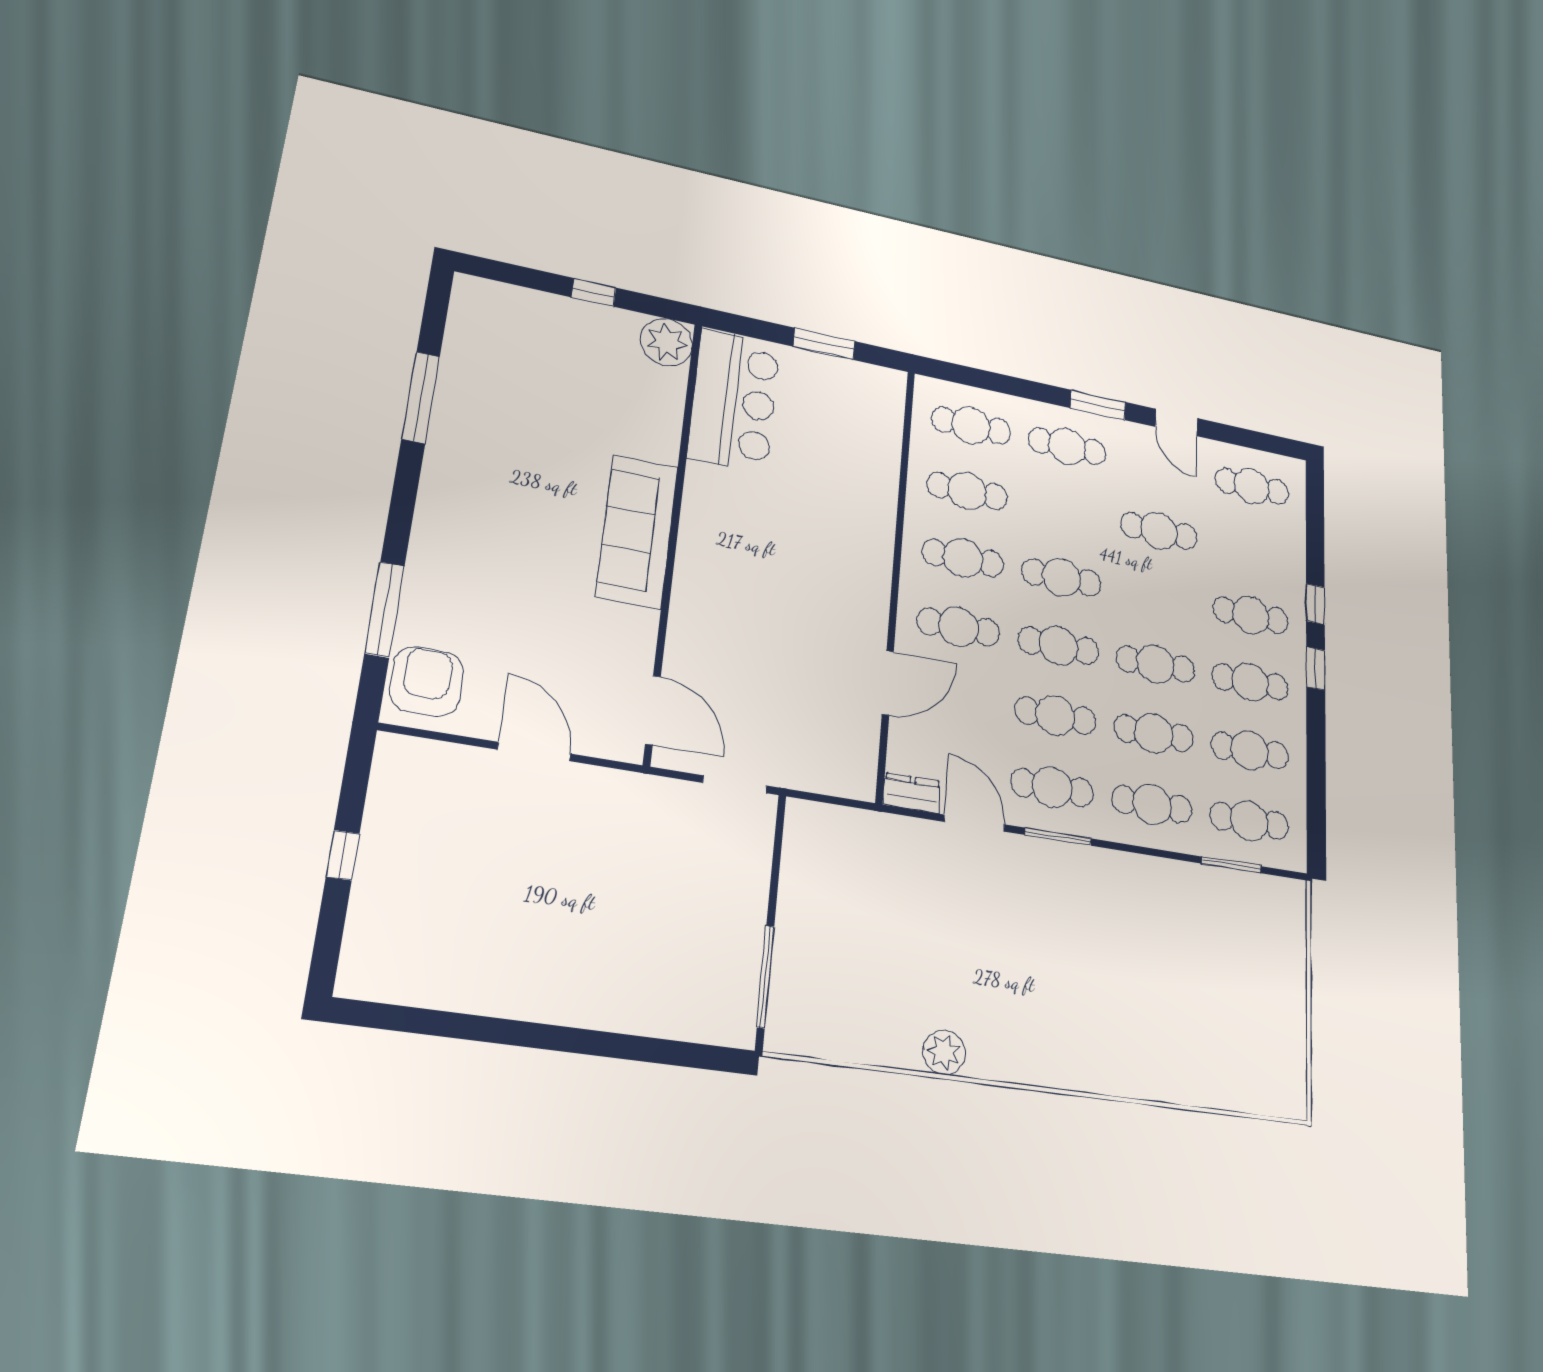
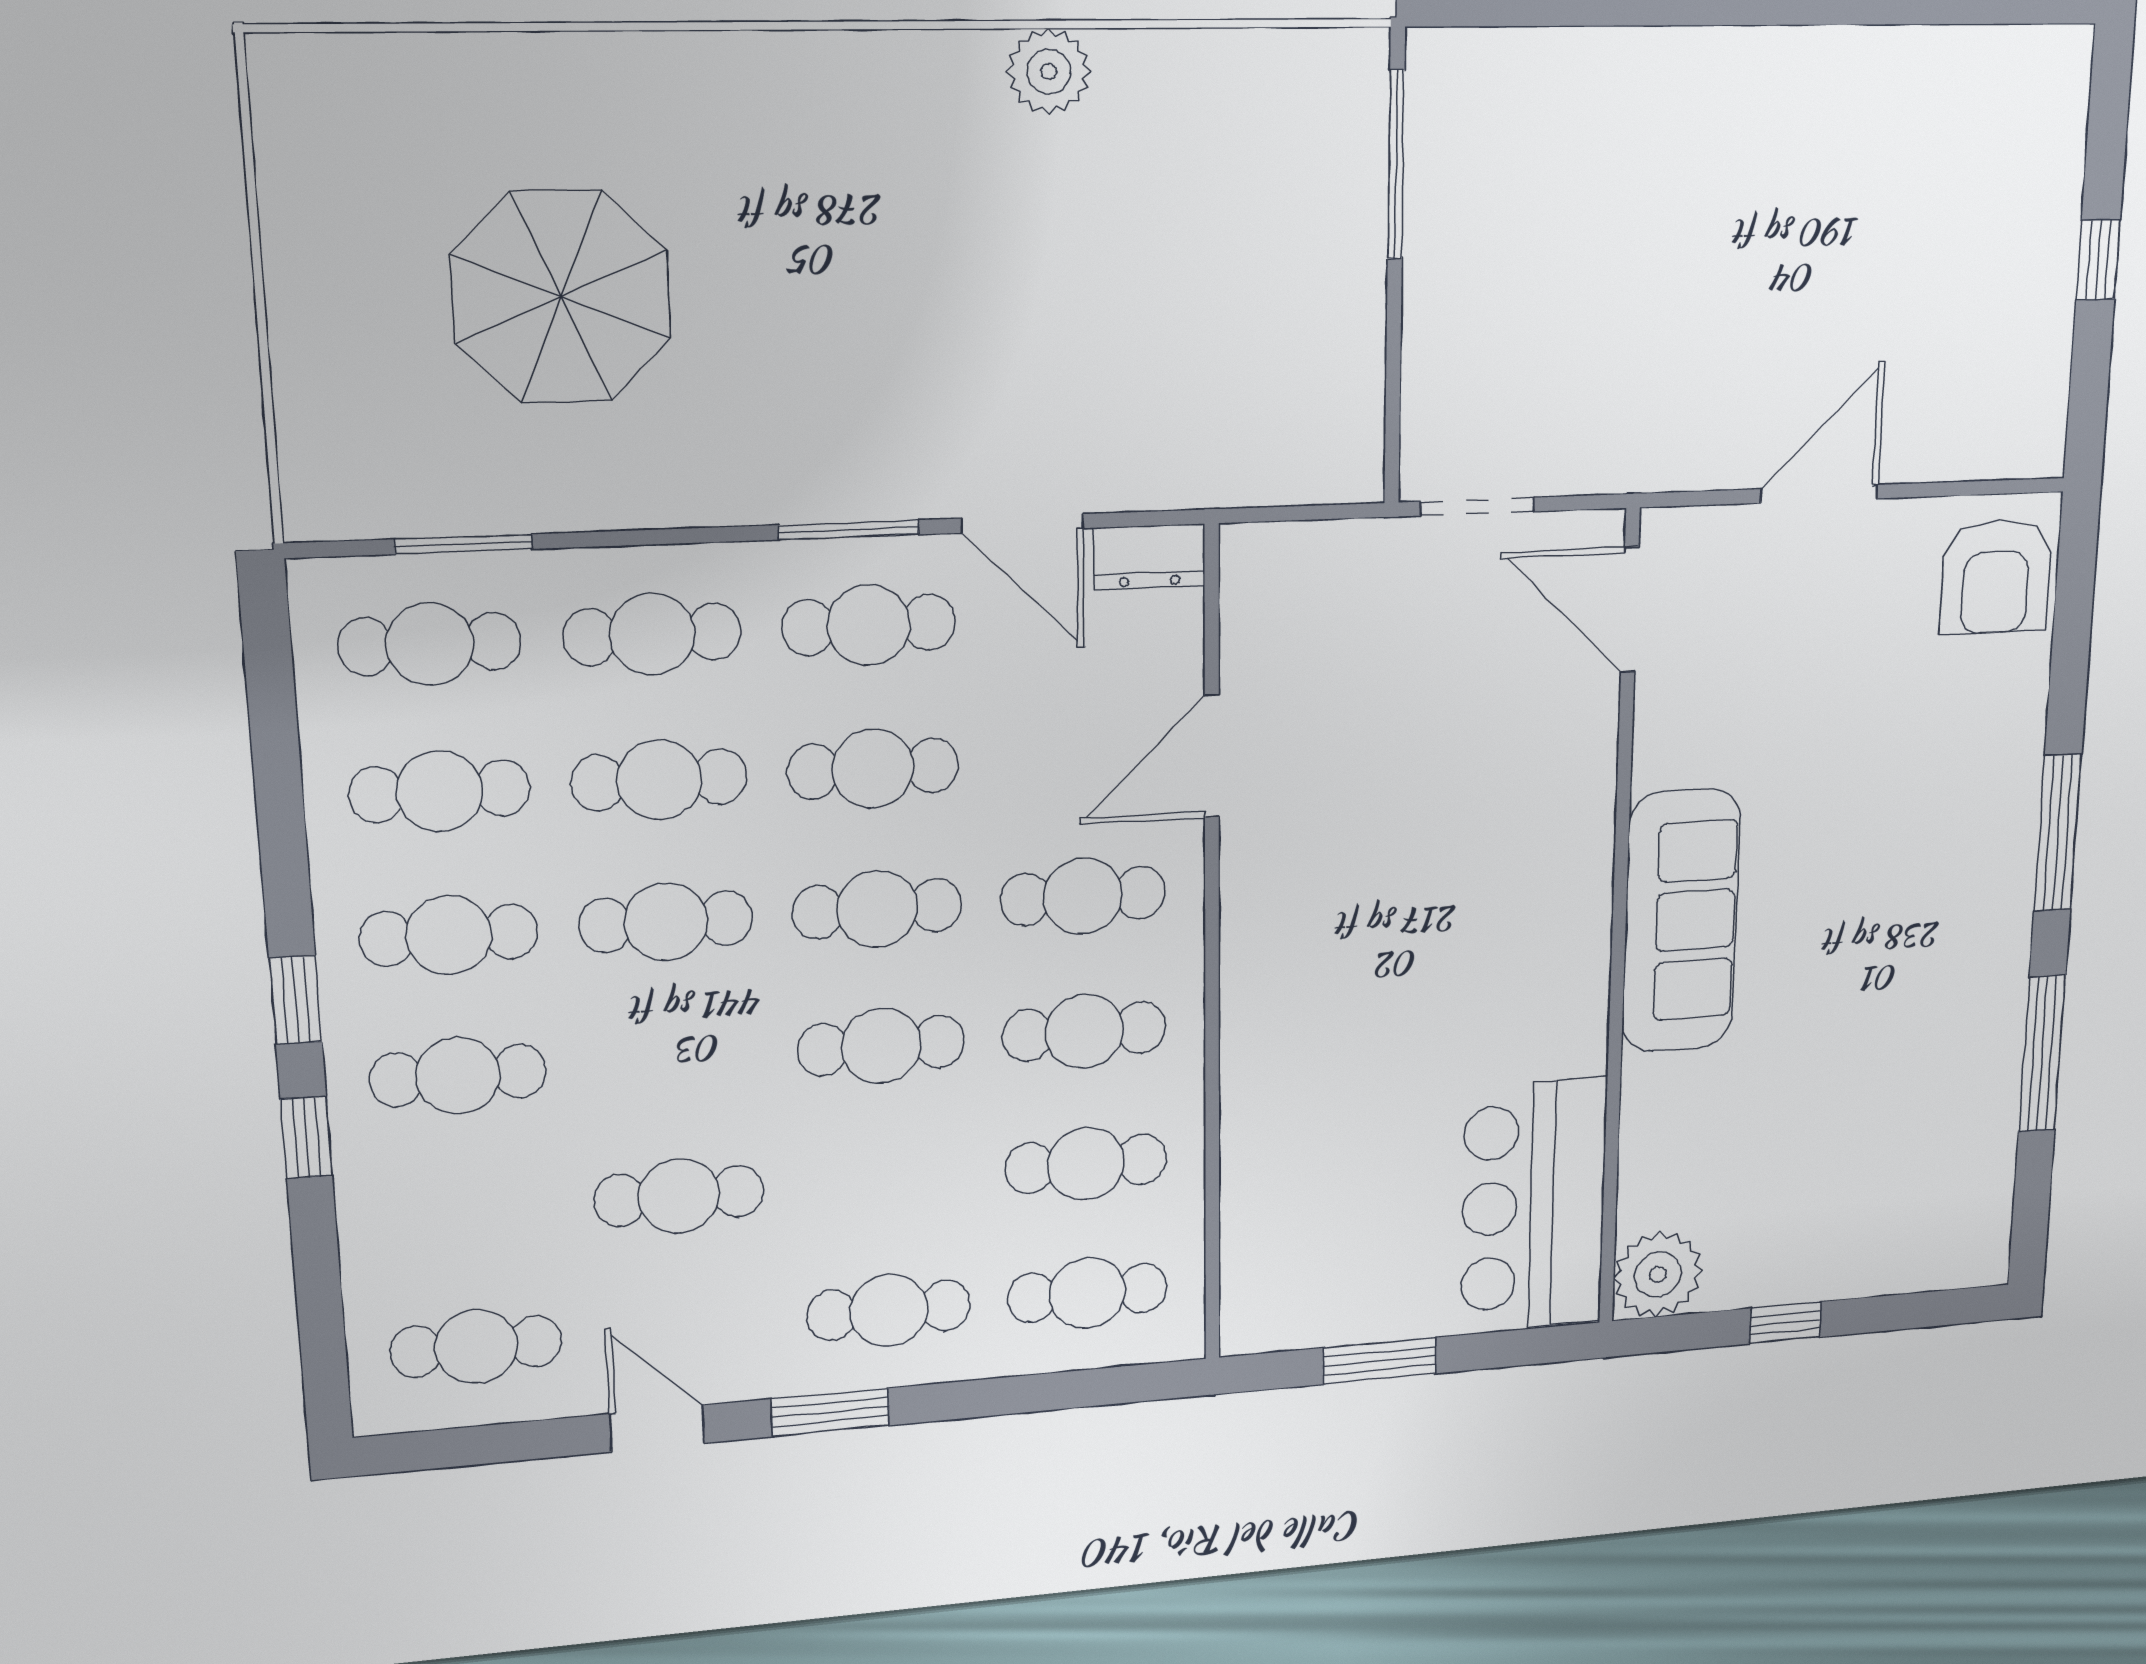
window: (385, 610) -> (2058, 833), moved
door: (534, 752) -> (1819, 494), swing flipped
parasol: (1181, 975) -> (561, 297), added

